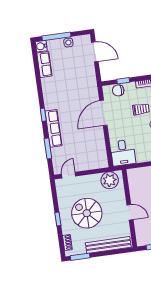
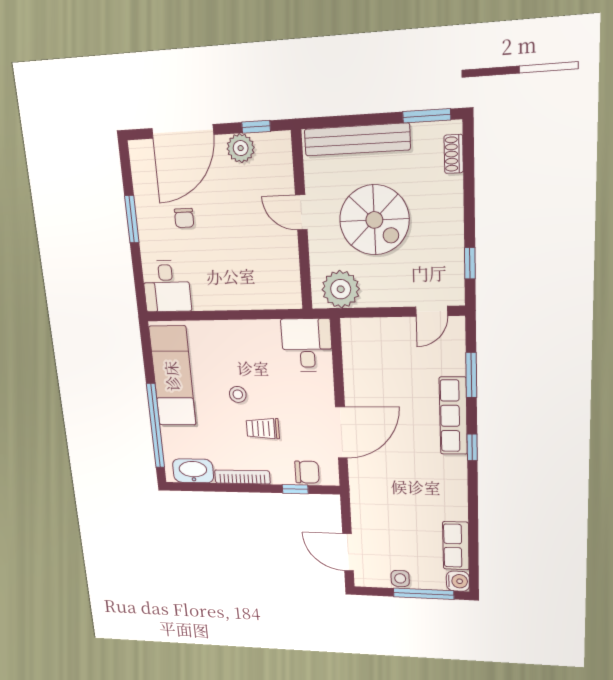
spiral stairs: (87, 213) -> (374, 220), moved
window: (58, 219) -> (470, 263), moved

